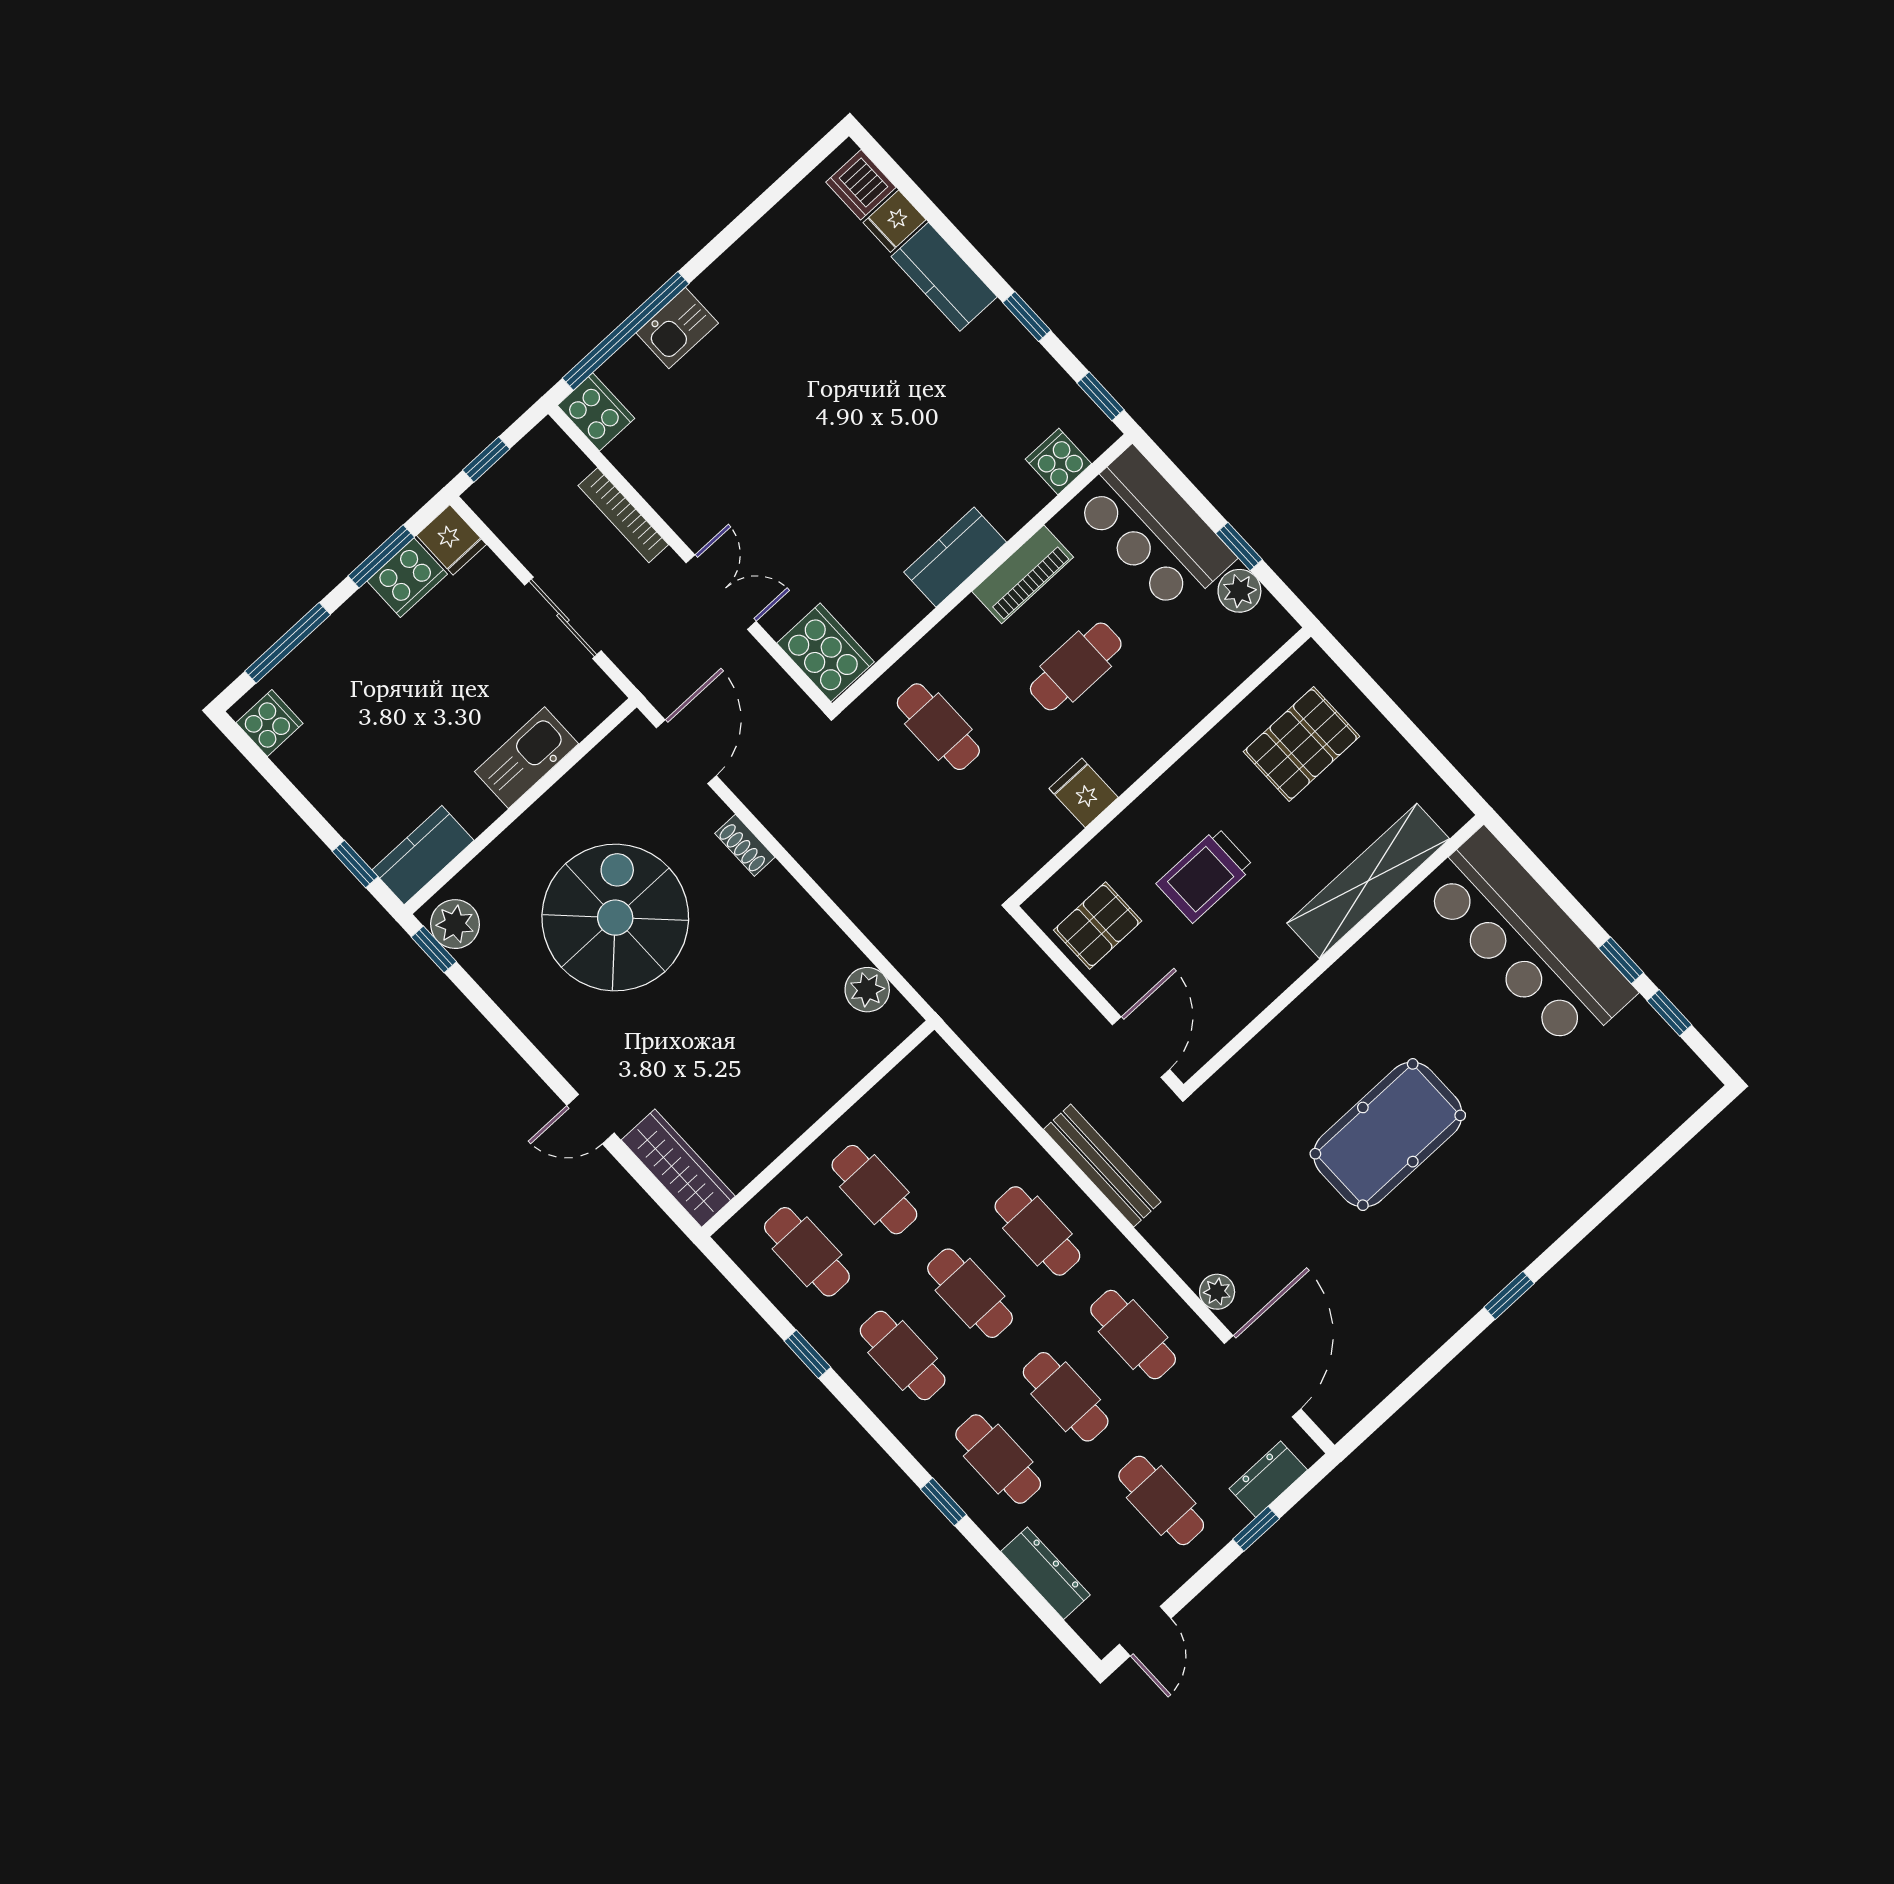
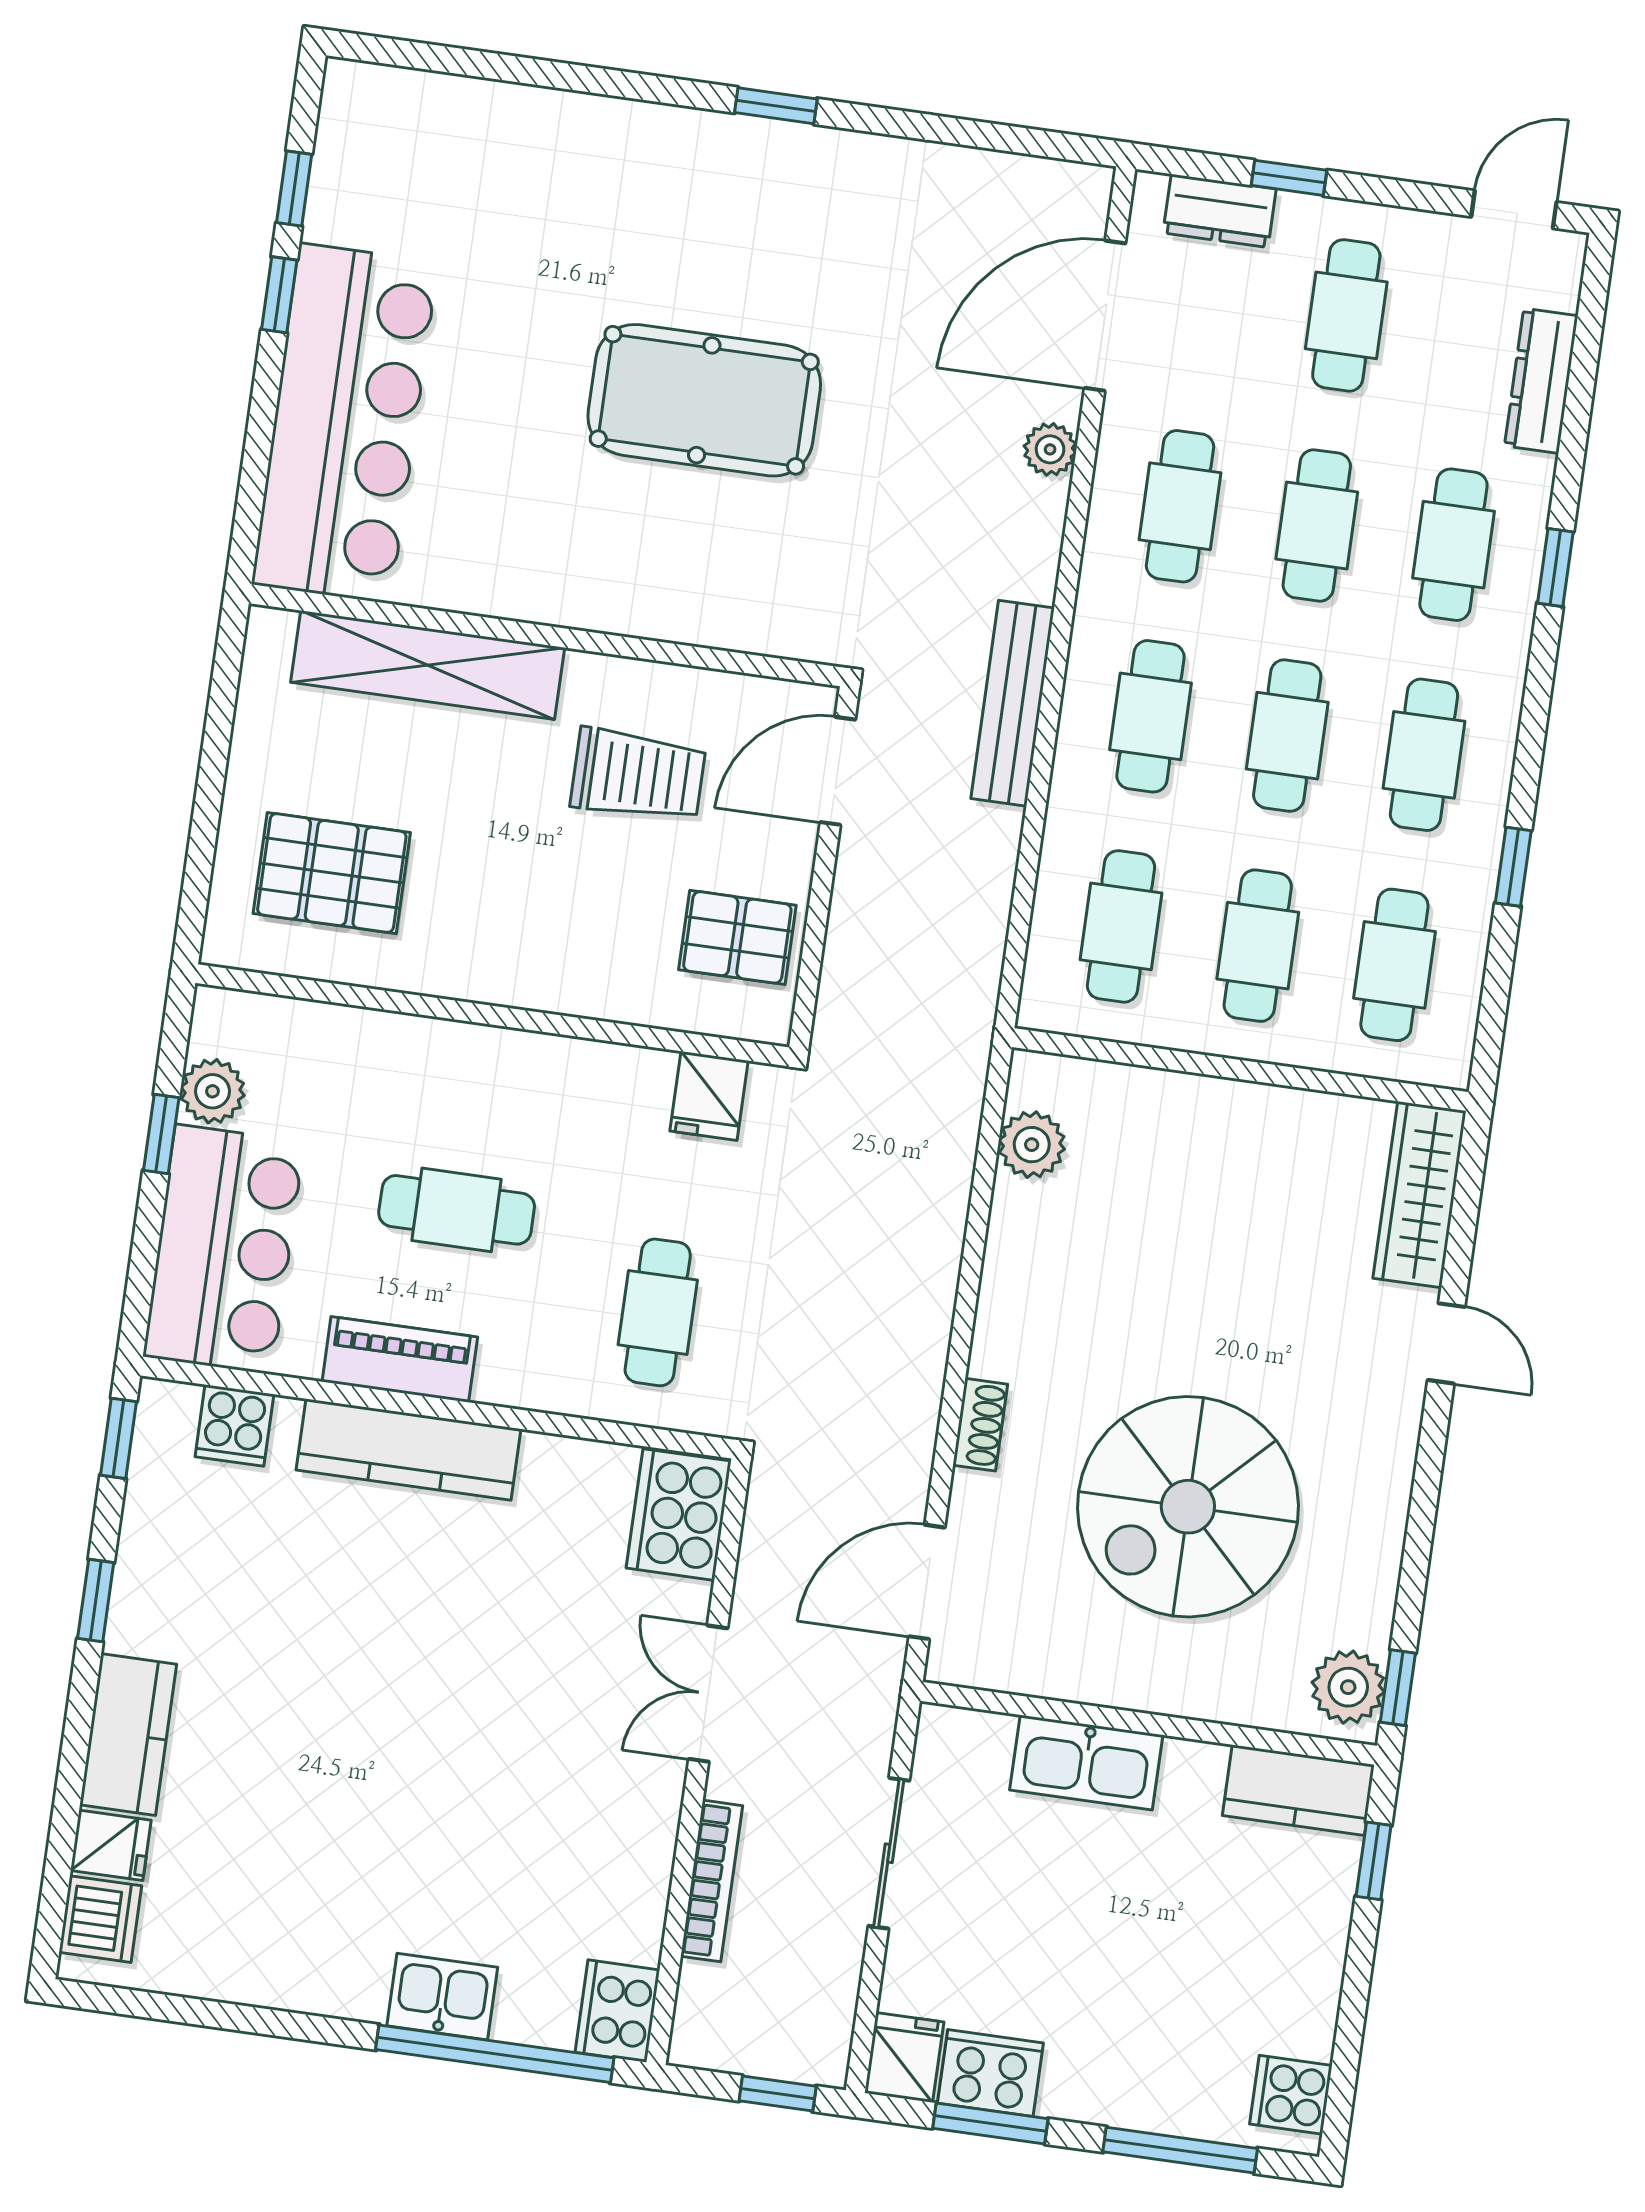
kitchen counter: (955, 557) -> (409, 1449), width x1.50
fridge: (1084, 793) -> (709, 1096), moved
trolley: (1205, 875) -> (638, 775), moved
cafe table: (942, 1127) -> (1121, 926), added

